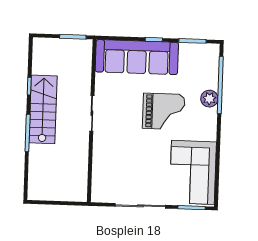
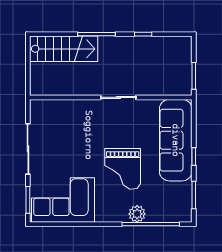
stairs: (43, 109) -> (64, 49), moved

